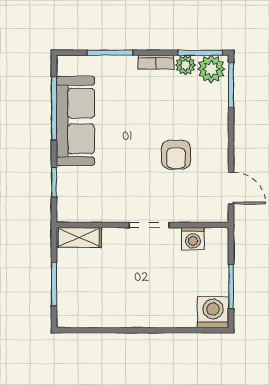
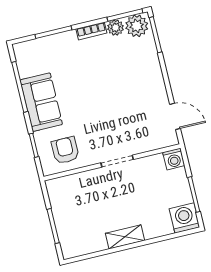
sofa: (75, 121) -> (41, 102), width x0.73
armchair: (176, 155) -> (65, 150), moved, turned 180
shelving: (79, 237) -> (125, 237), moved
washing machine: (193, 239) -> (174, 159), moved

